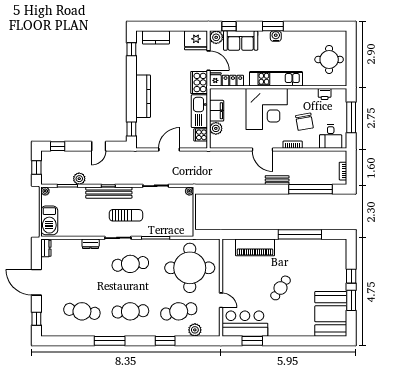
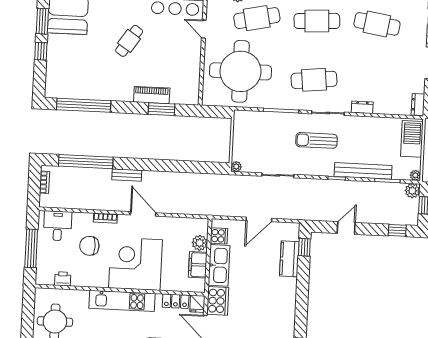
kitchen counter: (143, 96) -> (289, 259), moved, width x0.67
chair: (304, 122) -> (89, 246), turned -80
plant: (79, 179) -> (412, 191), moved
bench: (109, 193) -> (363, 171), moved
window: (252, 234) -> (161, 109), added
window: (300, 234) -> (84, 105), moved
piano: (255, 247) -> (152, 95), width x0.73, depth x0.75

